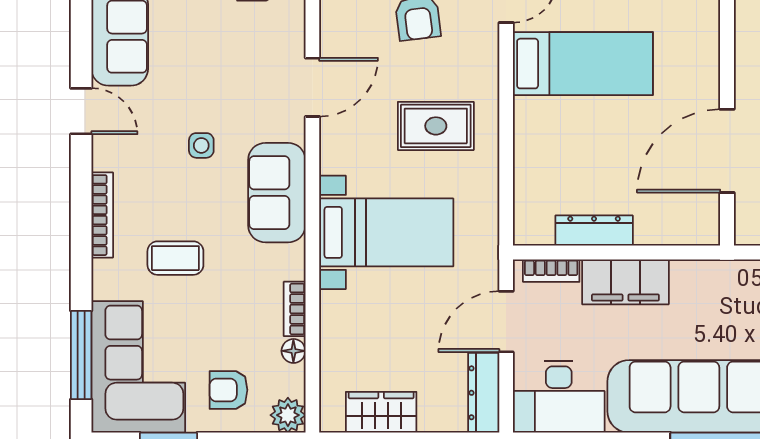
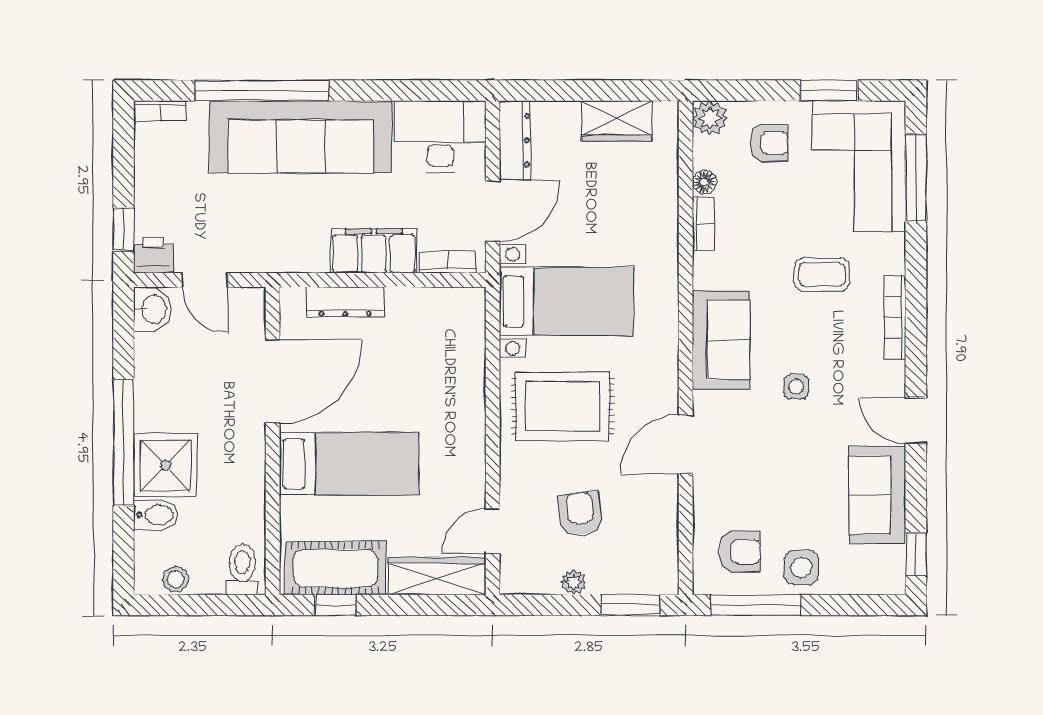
bed: (583, 64) -> (349, 464), moved, turned 180
rug: (436, 126) -> (563, 406), width x1.36, depth x1.43
dresser: (594, 231) -> (345, 302), moved
bed with nightstands: (386, 232) -> (566, 301), moved, turned 180

